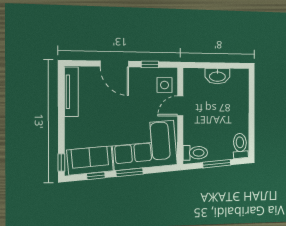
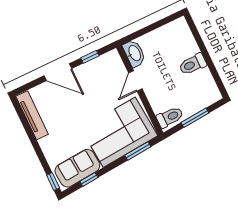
washbasin: (217, 76) -> (134, 53), moved, turned -90
side table: (164, 85) -> (112, 69), removed
toilet: (240, 146) -> (193, 64), moved, turned -85
window: (130, 172) -> (138, 151), moved

